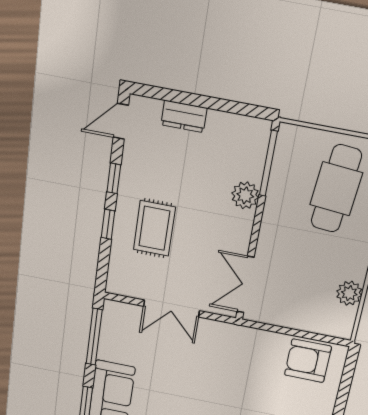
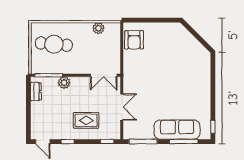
dresser: (184, 116) -> (36, 91), moved
window: (108, 224) -> (107, 142), moved

